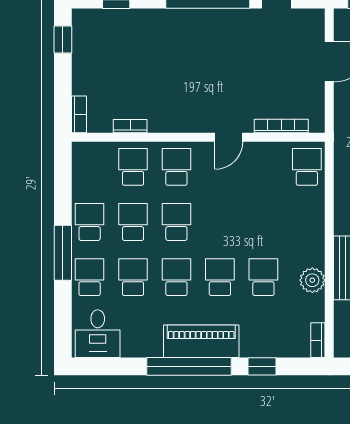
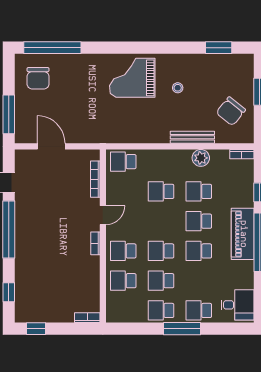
bookcase: (130, 126) -> (95, 243), moved
door: (229, 137) -> (103, 215), hinge flipped
school desk: (133, 277) -> (161, 191), moved

